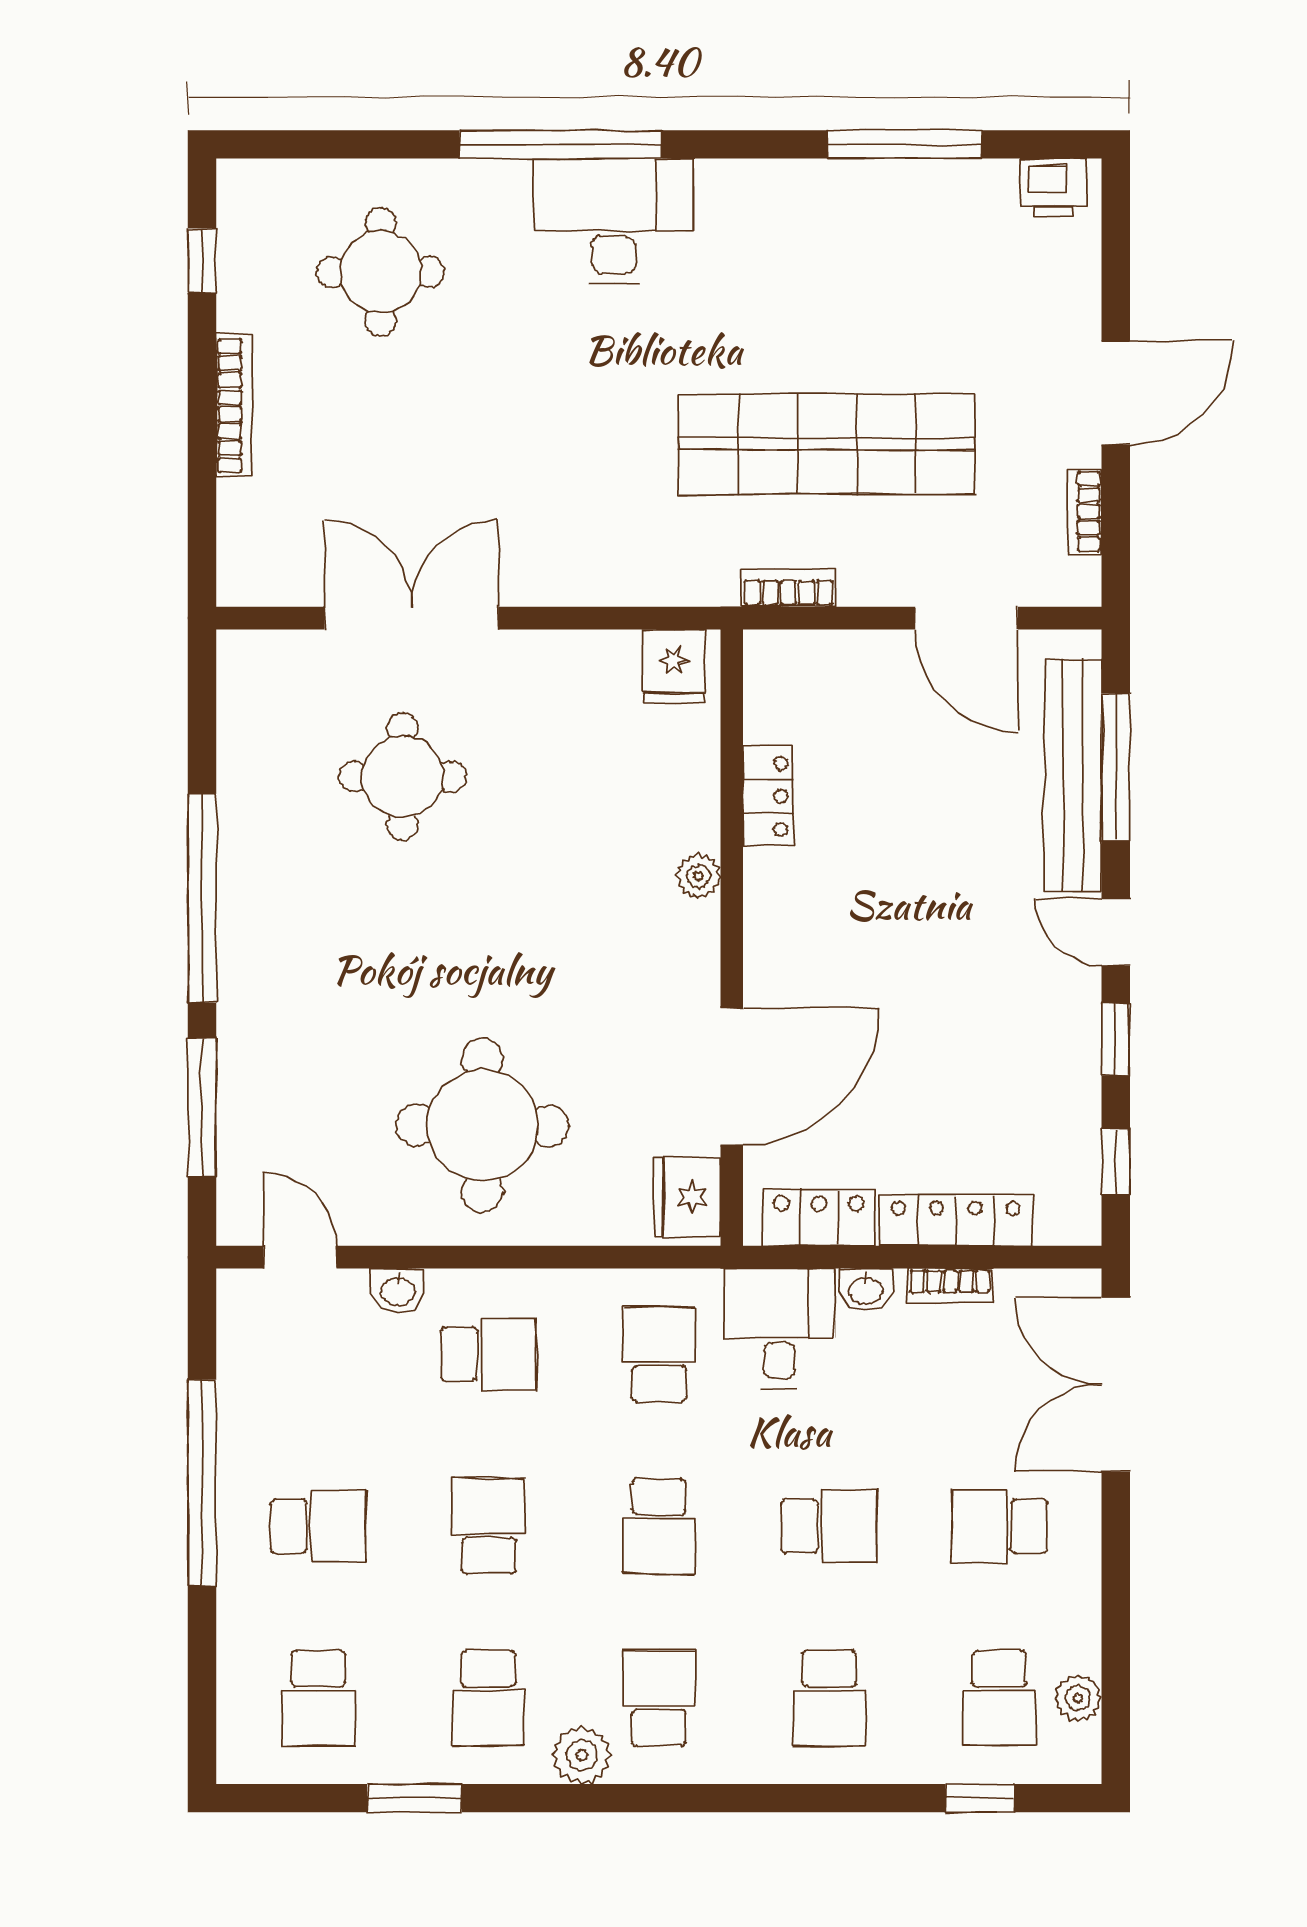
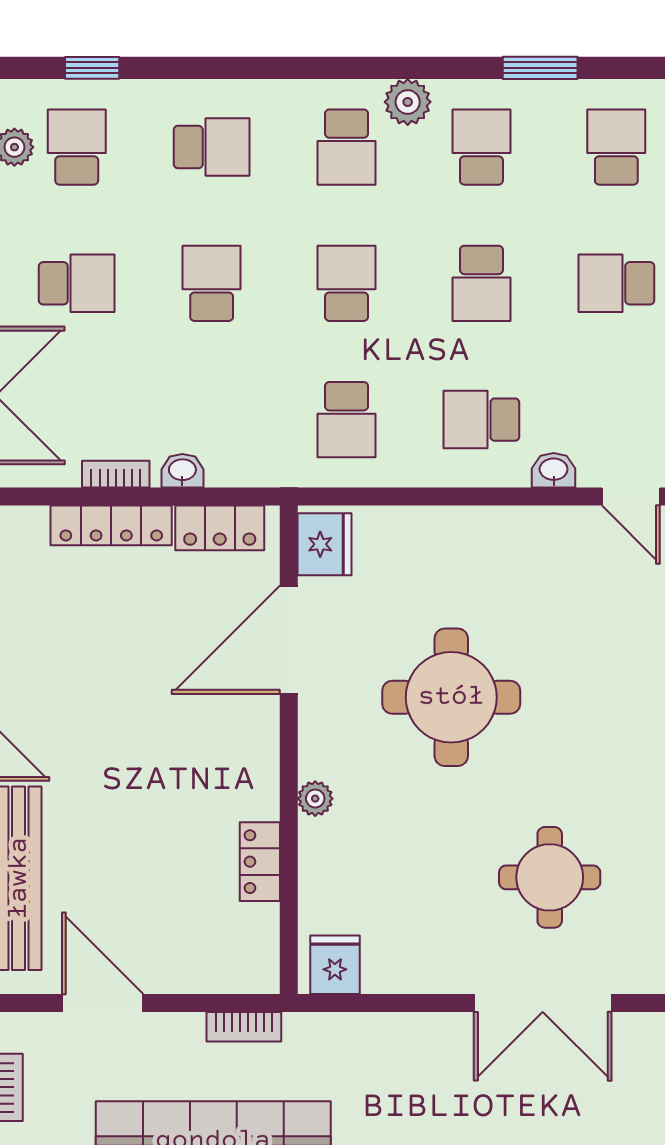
round table: (482, 1126) -> (451, 697), moved
desk: (779, 1328) -> (251, 440), removed
school desk: (829, 1526) -> (212, 283), turned 90
school desk: (829, 1698) -> (212, 147), turned 90

